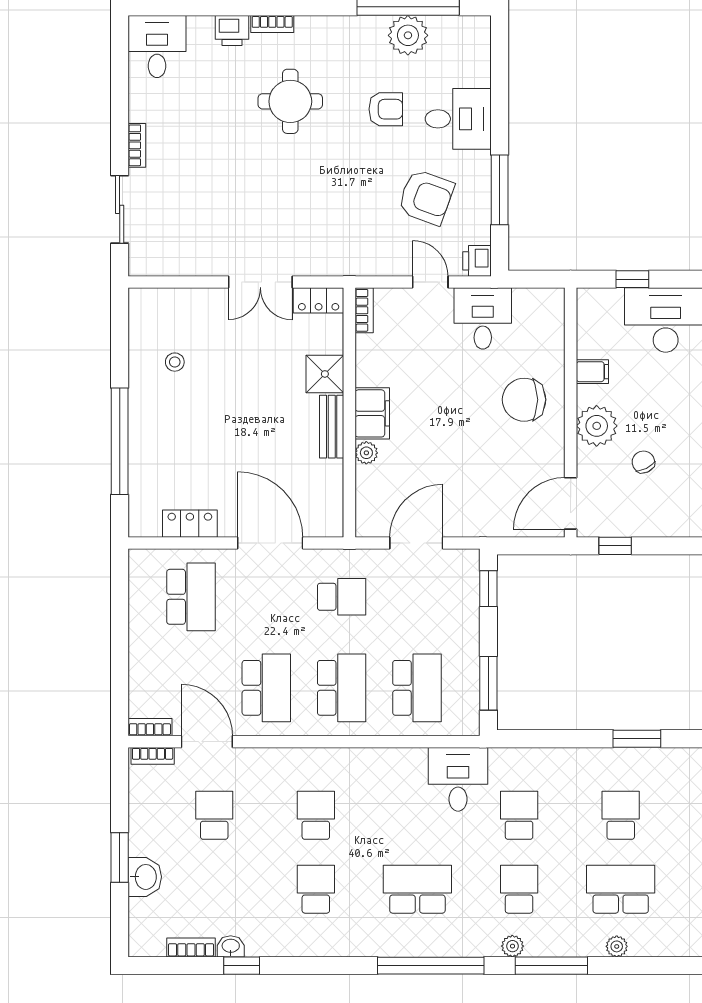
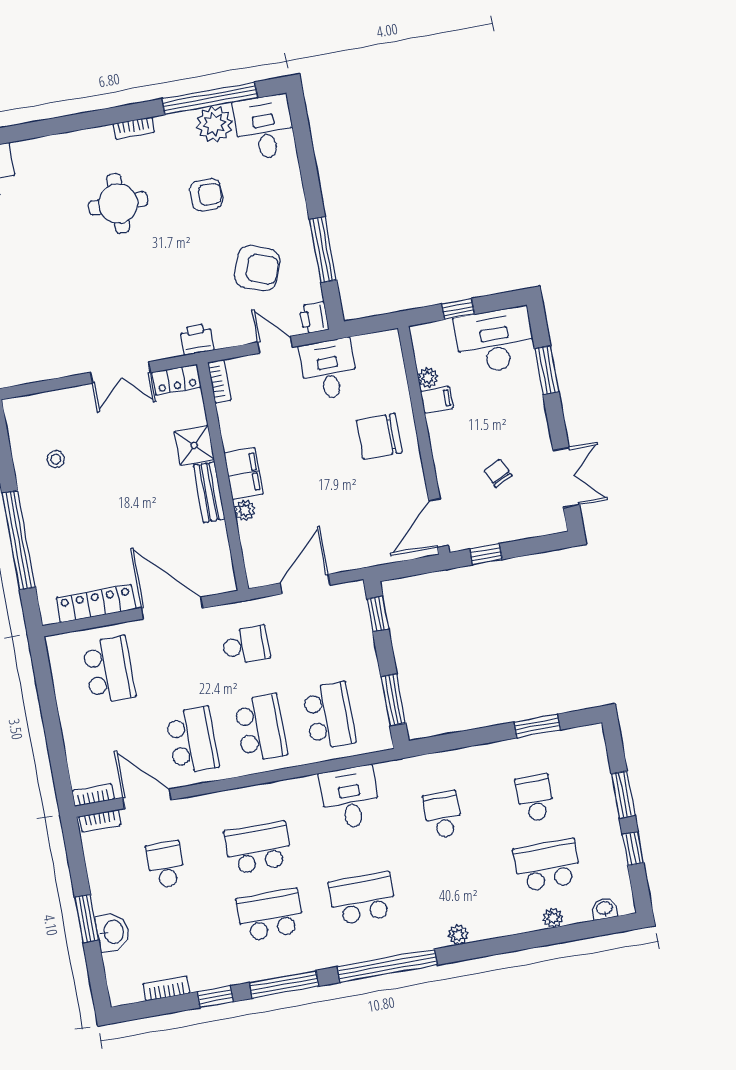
bookcase: (272, 24) -> (134, 128), moved
printer: (232, 30) -> (197, 339), moved, turned 180
desk: (458, 119) -> (264, 127), moved, turned -90
plant: (597, 426) -> (428, 378), moved, width x0.53, depth x0.53
locker: (190, 524) -> (96, 603), width x1.53
desk: (458, 779) -> (350, 798), moved
school desk: (316, 815) -> (258, 848), width x1.85
school desk: (316, 889) -> (270, 915), width x1.85
school desk: (519, 889) -> (455, 882), removed
washbasin: (231, 946) -> (604, 909), moved
window: (551, 966) -> (284, 984), moved

